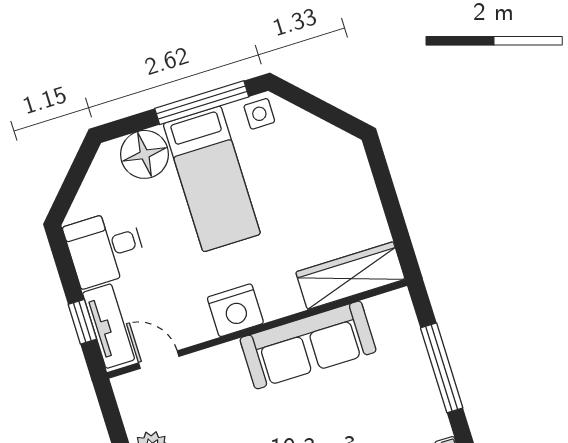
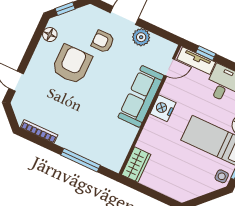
wardrobe: (350, 276) -> (136, 165), width x0.67
sofa: (308, 345) -> (141, 96), moved

